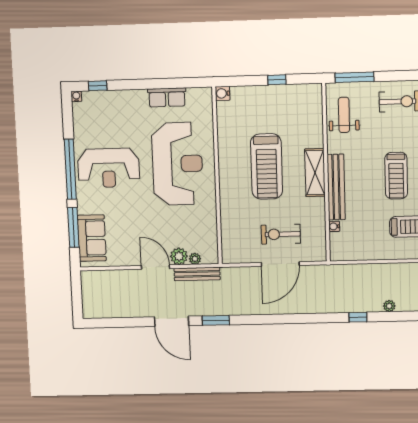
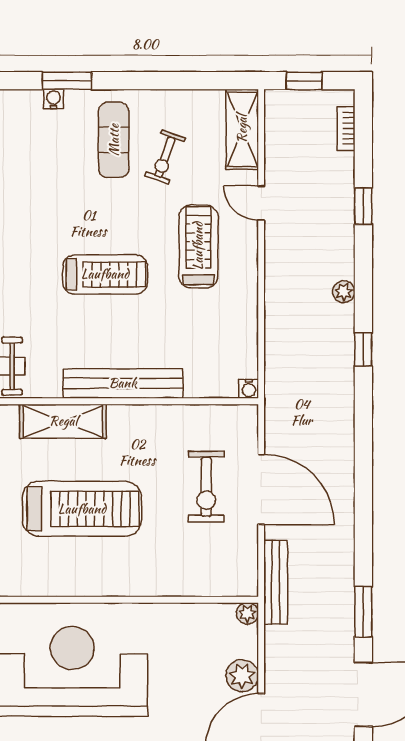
shelving: (315, 173) -> (63, 421), moved
water cooler: (334, 226) -> (249, 389), moved
plant: (195, 259) -> (247, 613), moved
bench: (197, 274) -> (276, 582), moved

